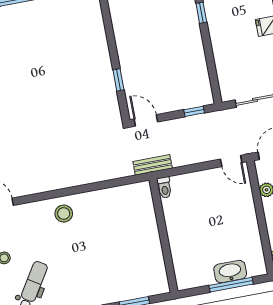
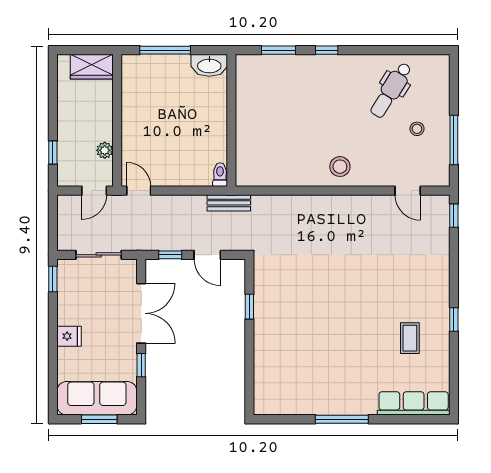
double door: (210, 57) -> (141, 313), added
door: (146, 120) -> (207, 255), moved
washbasin: (230, 272) -> (209, 65), moved

